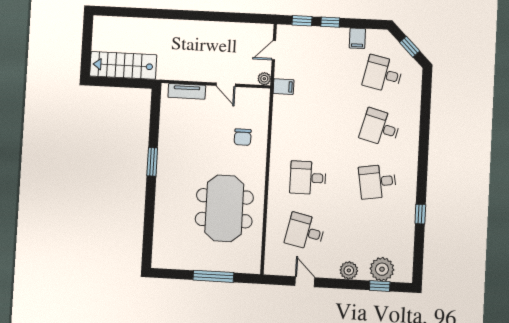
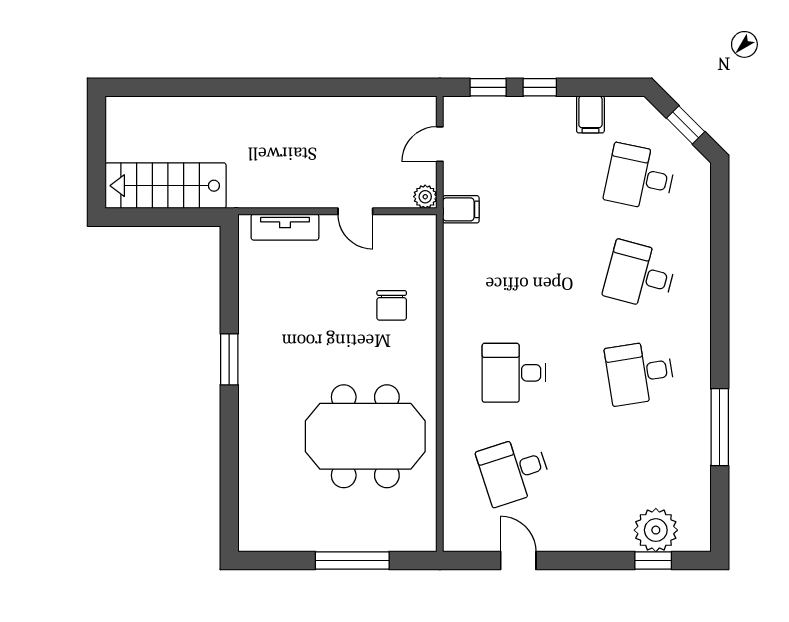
meeting table: (224, 208) -> (365, 436), turned 90
window: (420, 214) -> (720, 427), width x2.17
desk: (305, 232) -> (514, 471), turned -30
plant: (349, 270) -> (596, 536), removed

